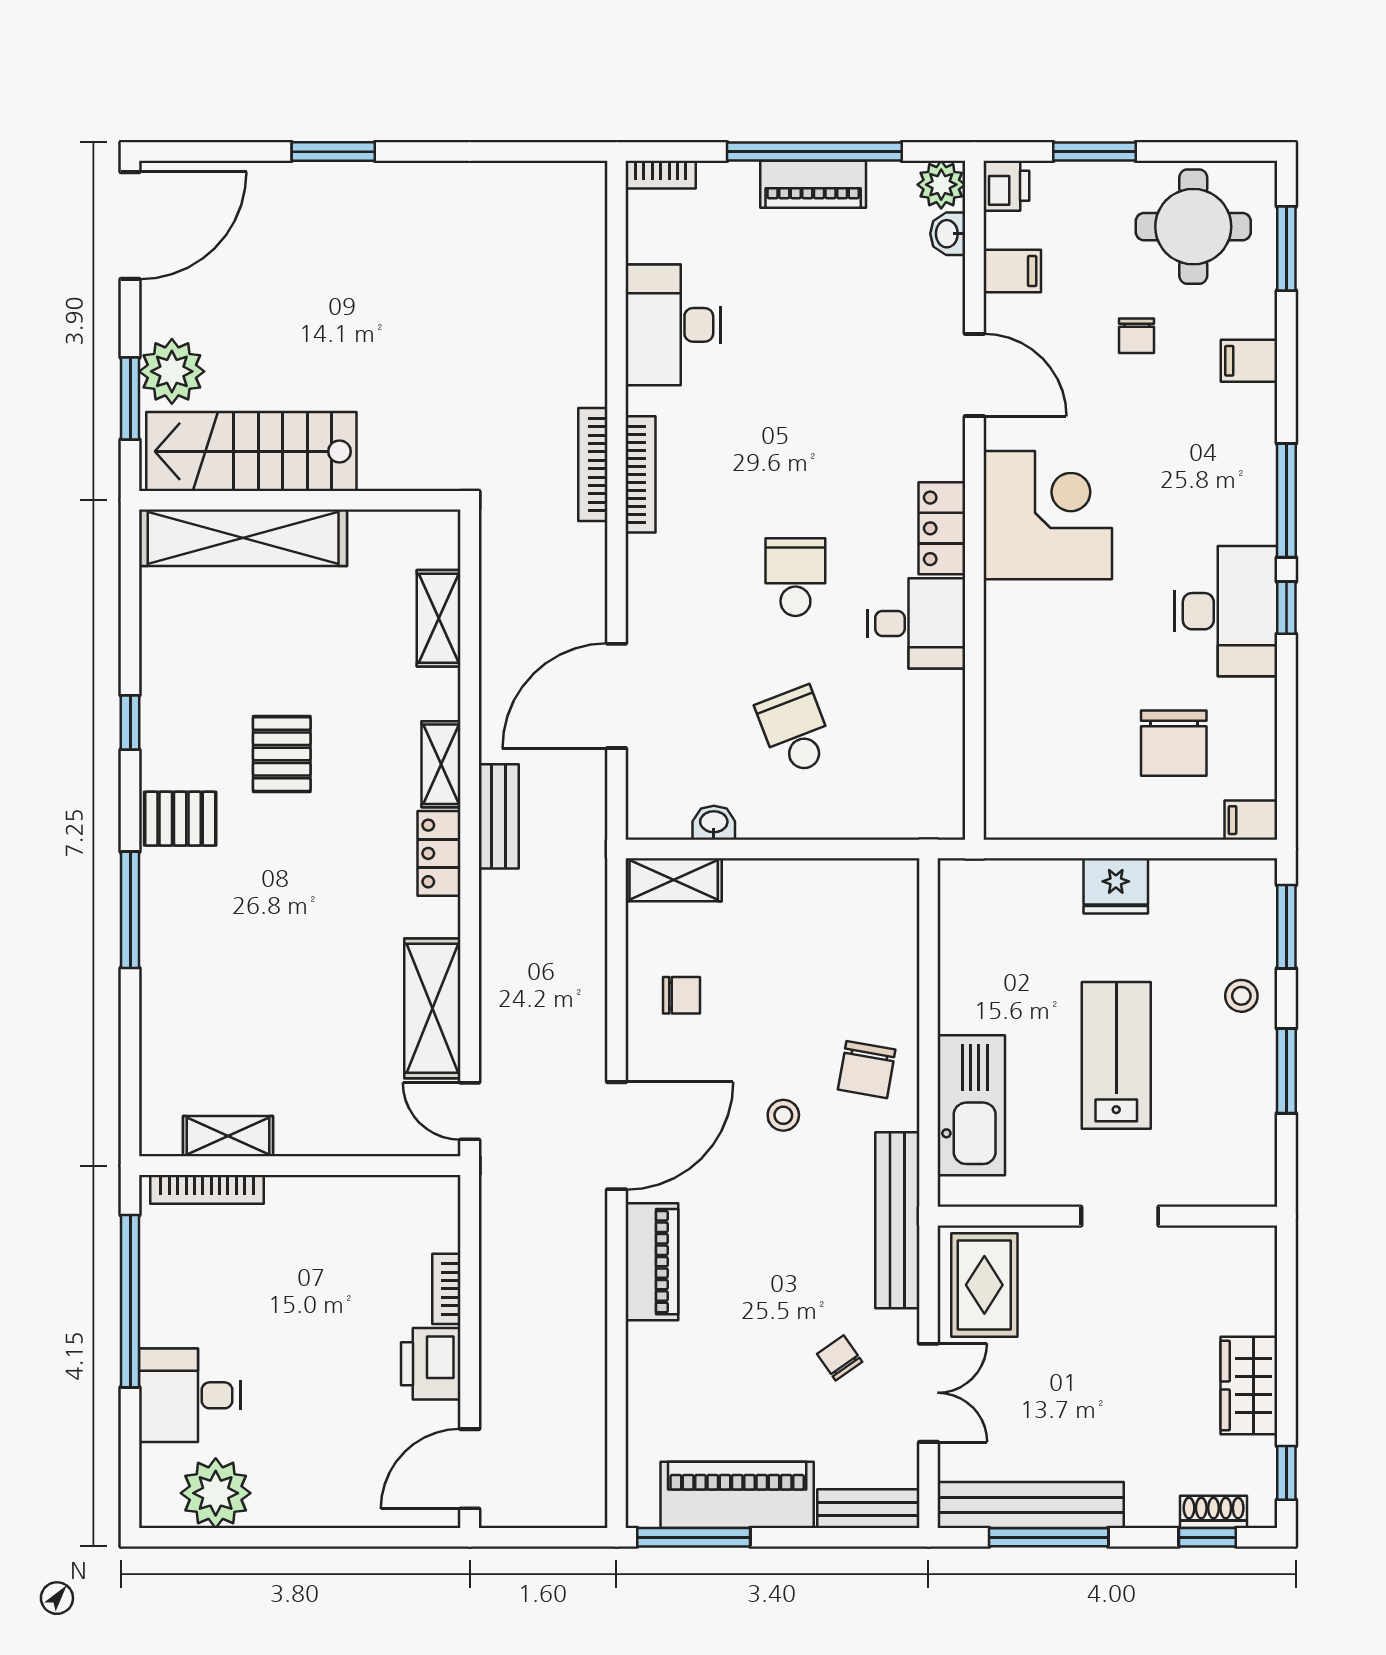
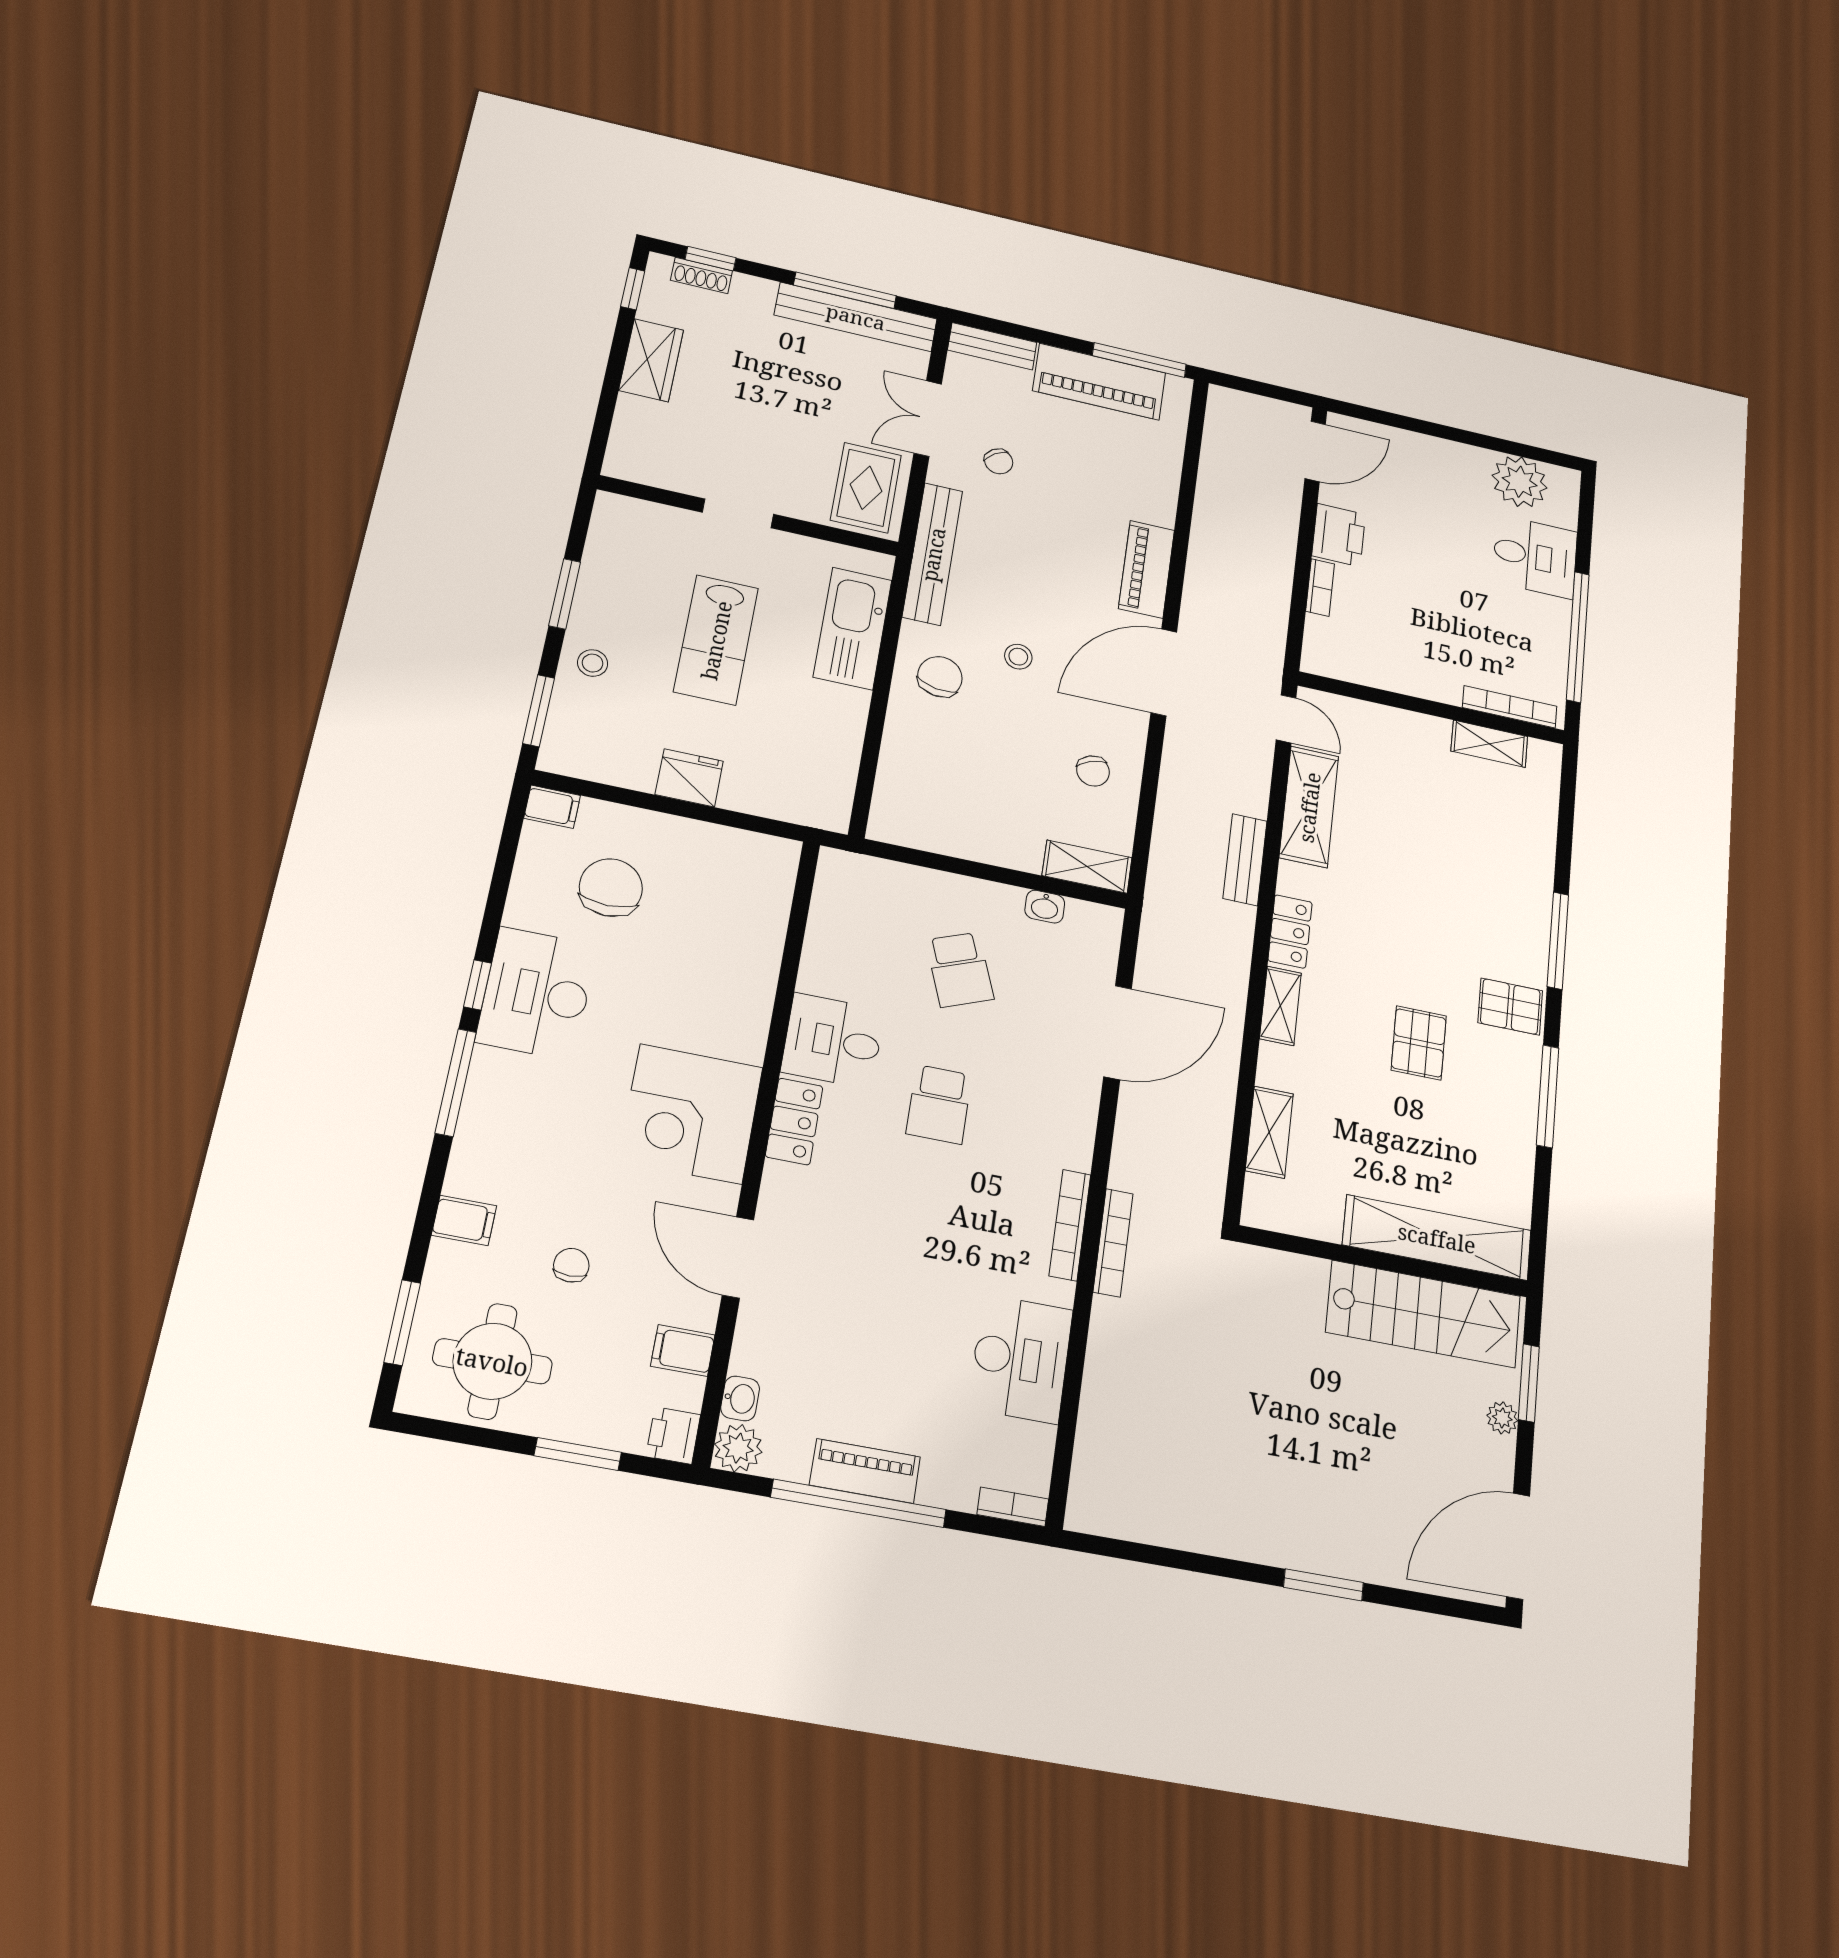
plant: (172, 371) -> (1502, 1418), width x0.53, depth x0.53
window: (130, 723) -> (1548, 1096), width x2.17
bench: (499, 816) -> (1245, 860), moved
chair: (682, 995) -> (1093, 771), turned -110

